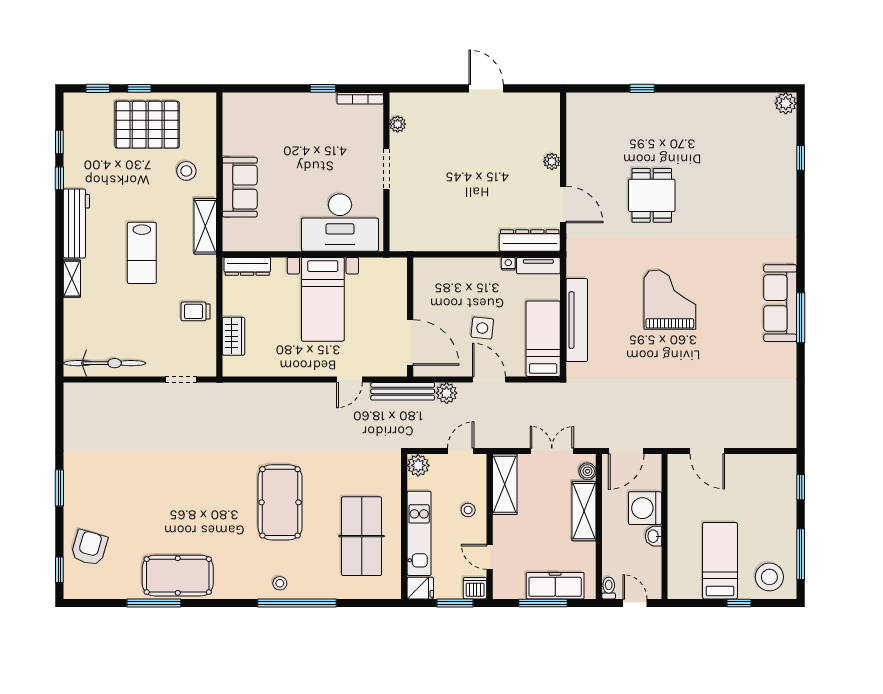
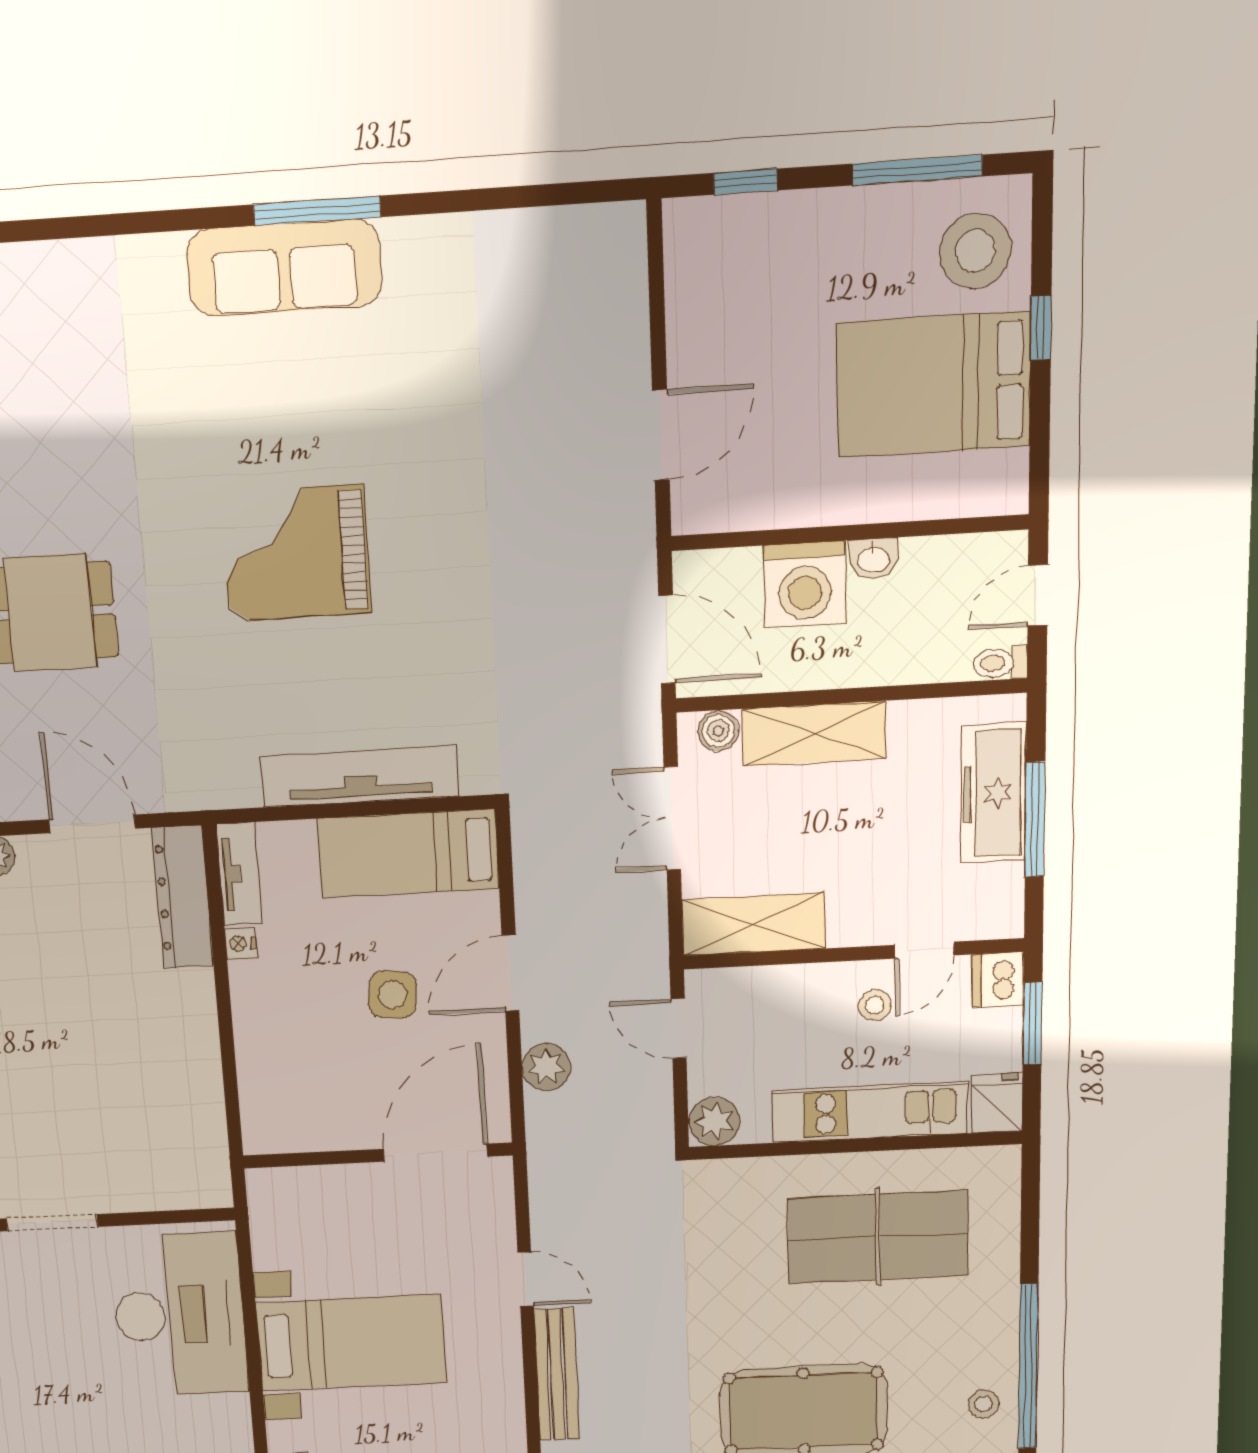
door: (563, 204) -> (92, 824), hinge flipped
bench: (403, 391) -> (557, 1375), moved
stool: (468, 510) -> (875, 1005), moved
bed: (720, 561) -> (934, 385), width x1.50

